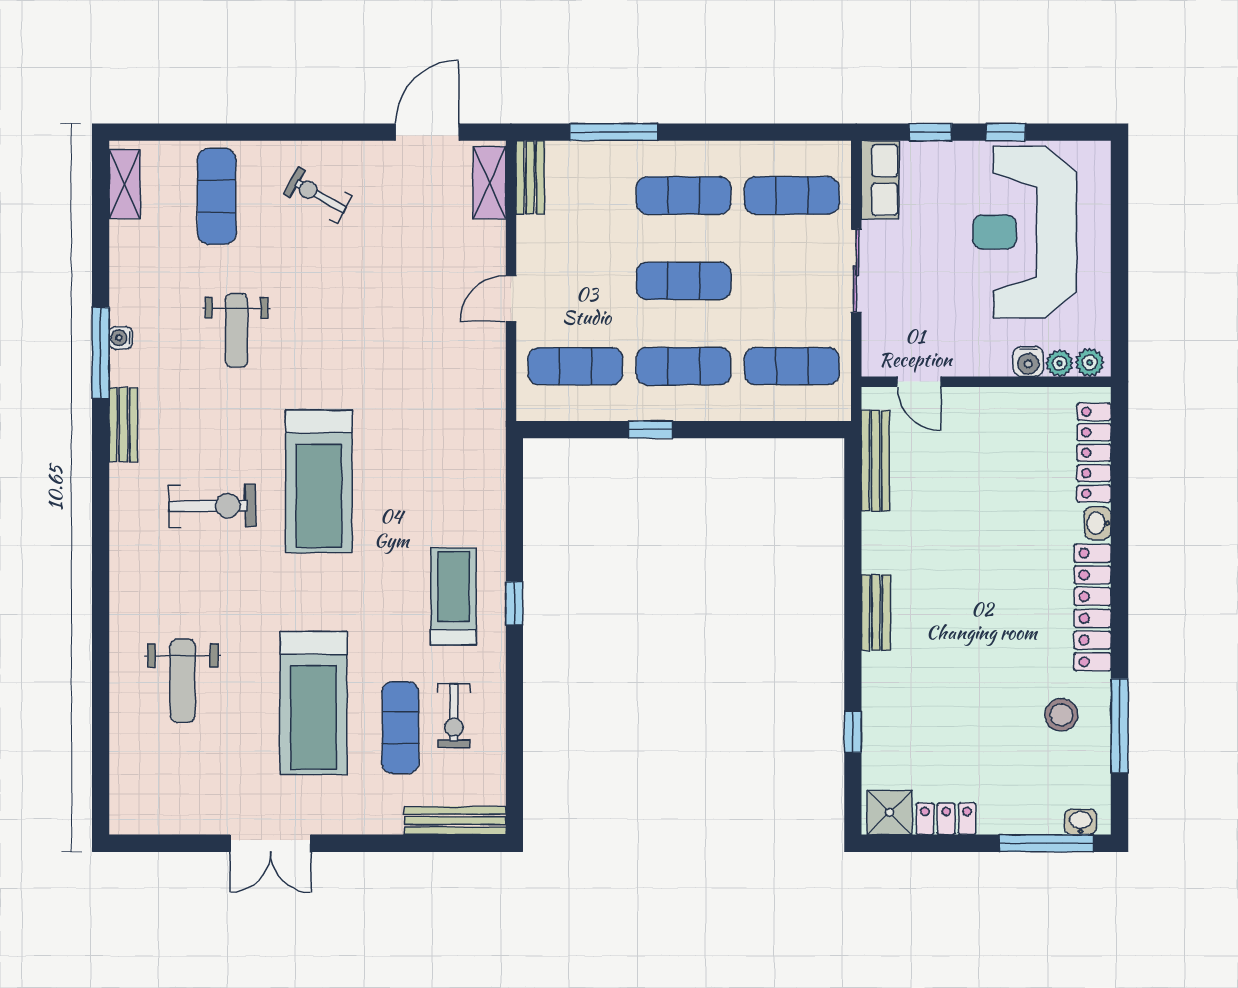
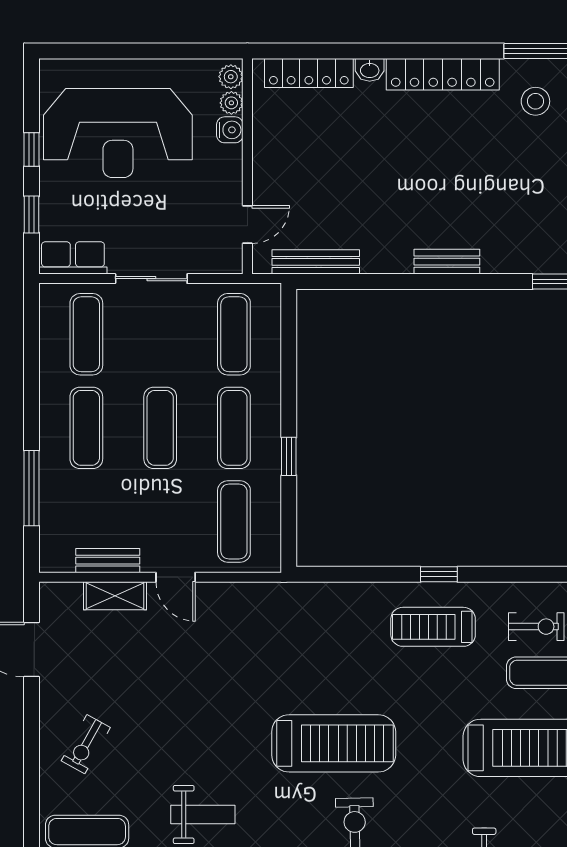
bench: (530, 177) -> (108, 561), moved
shelving: (489, 183) -> (115, 596), moved

